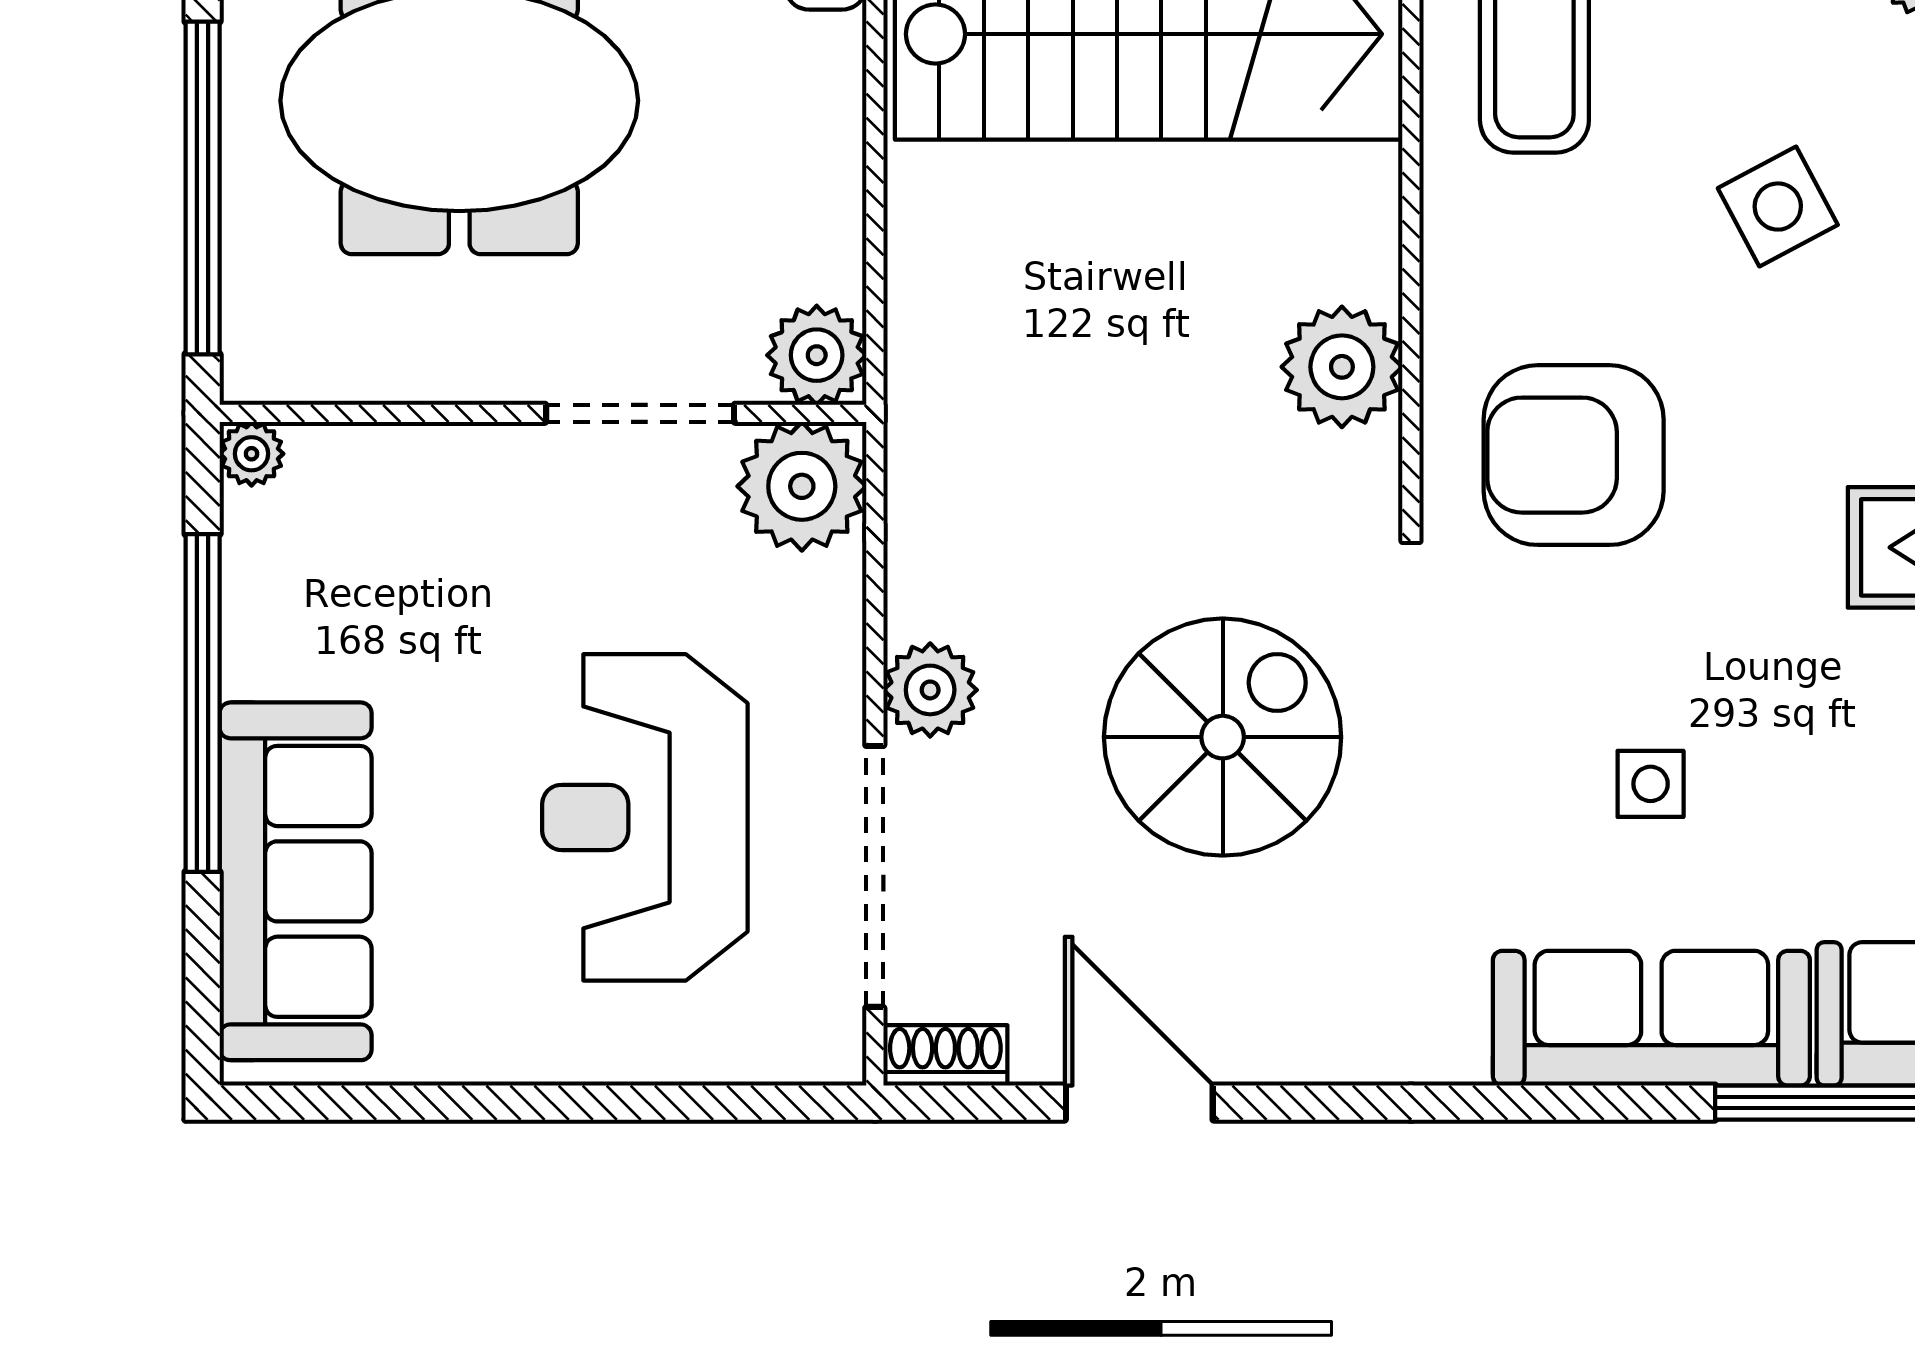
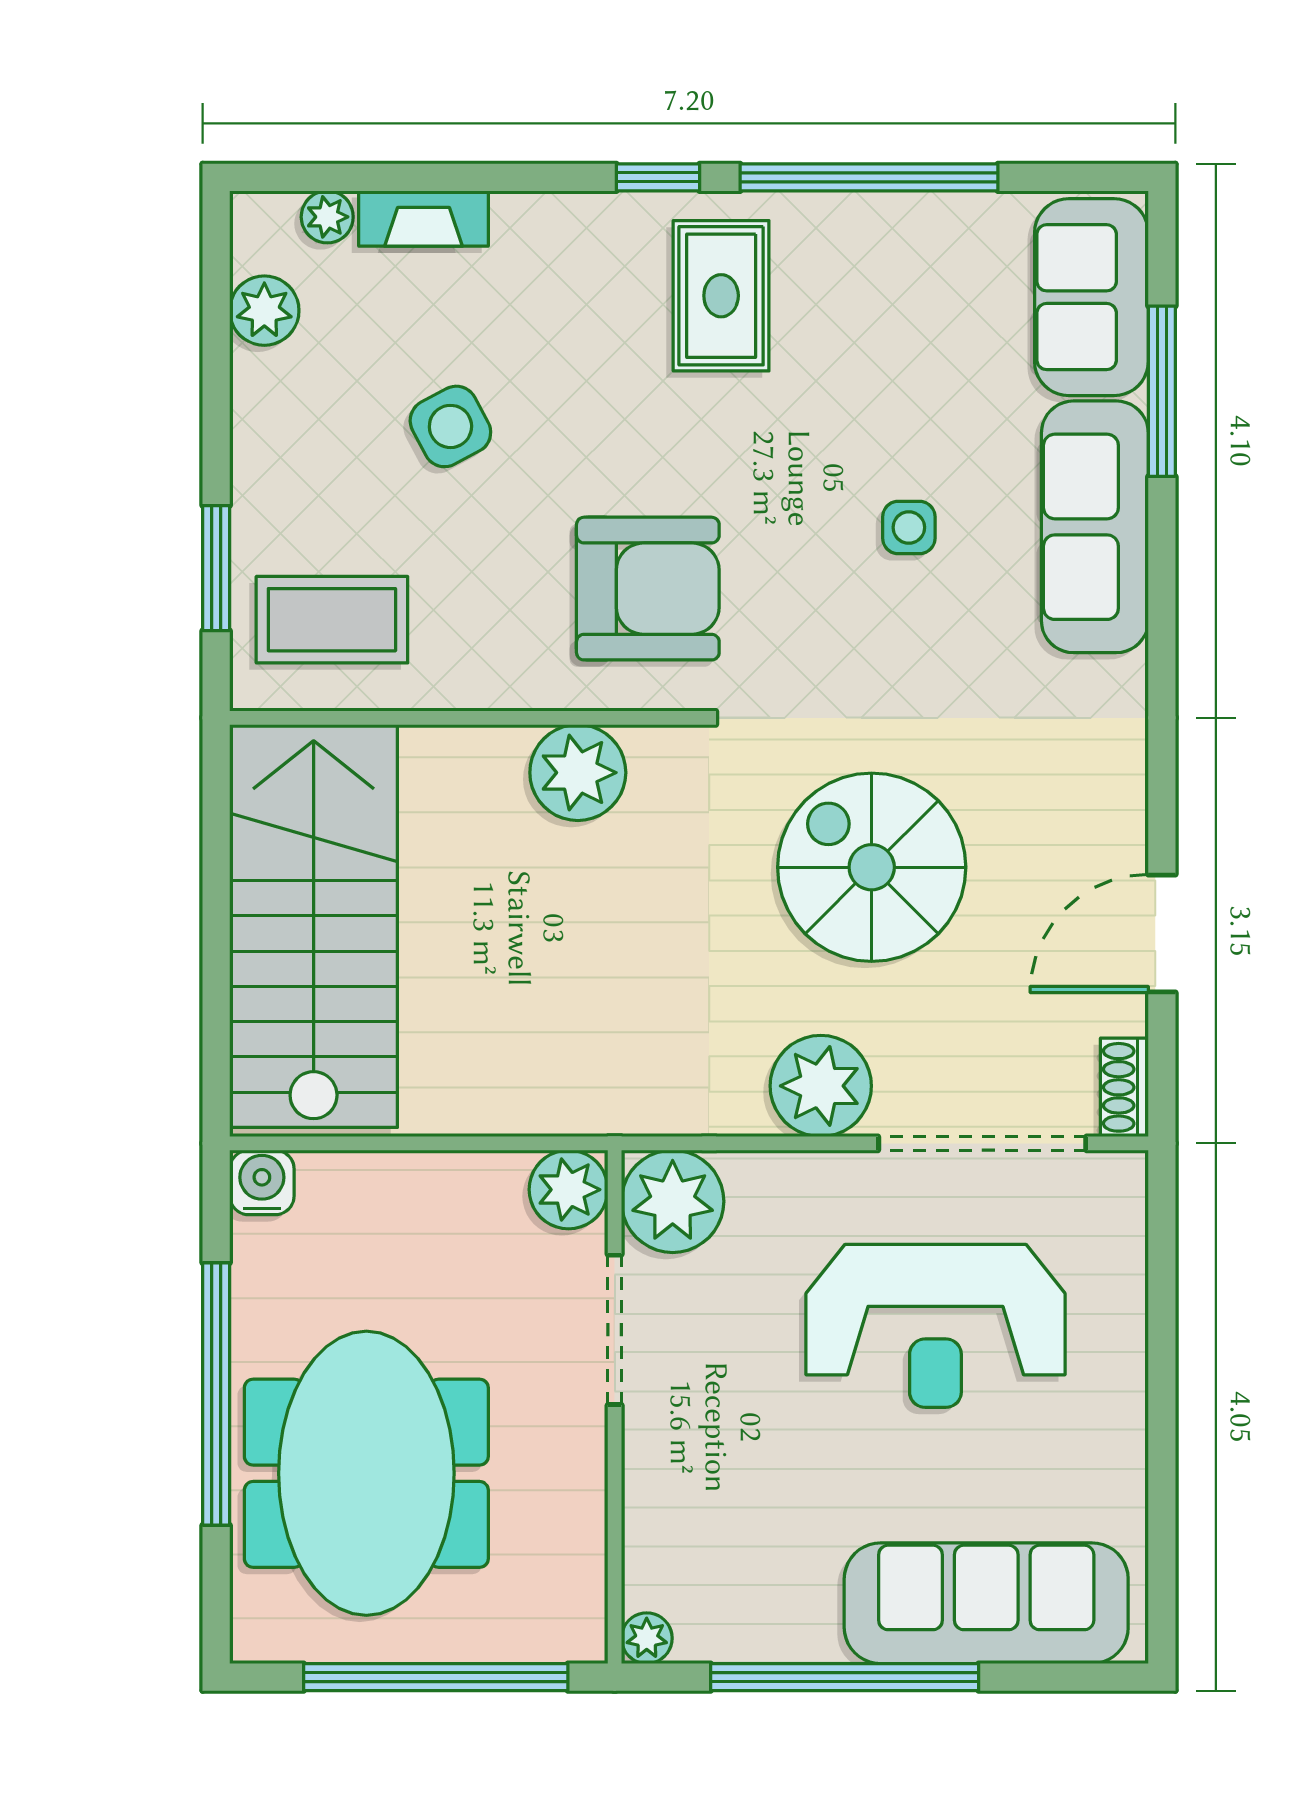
armchair: (1574, 455) -> (648, 589), turned -90
plant: (930, 690) -> (821, 1086), width x1.36, depth x1.36

